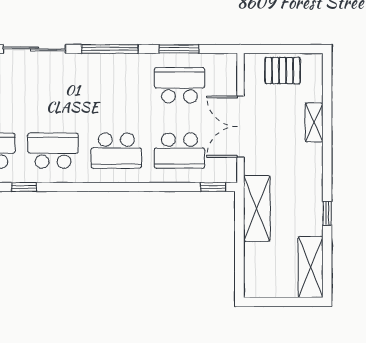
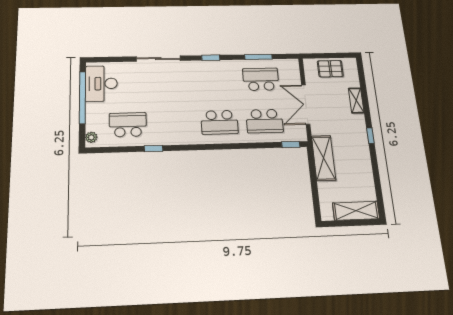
window: (110, 49) -> (211, 58), width x0.46
school desk: (53, 151) -> (174, 123), removed
window: (327, 213) -> (370, 136), moved
shelving: (311, 267) -> (356, 211), moved, turned 90

